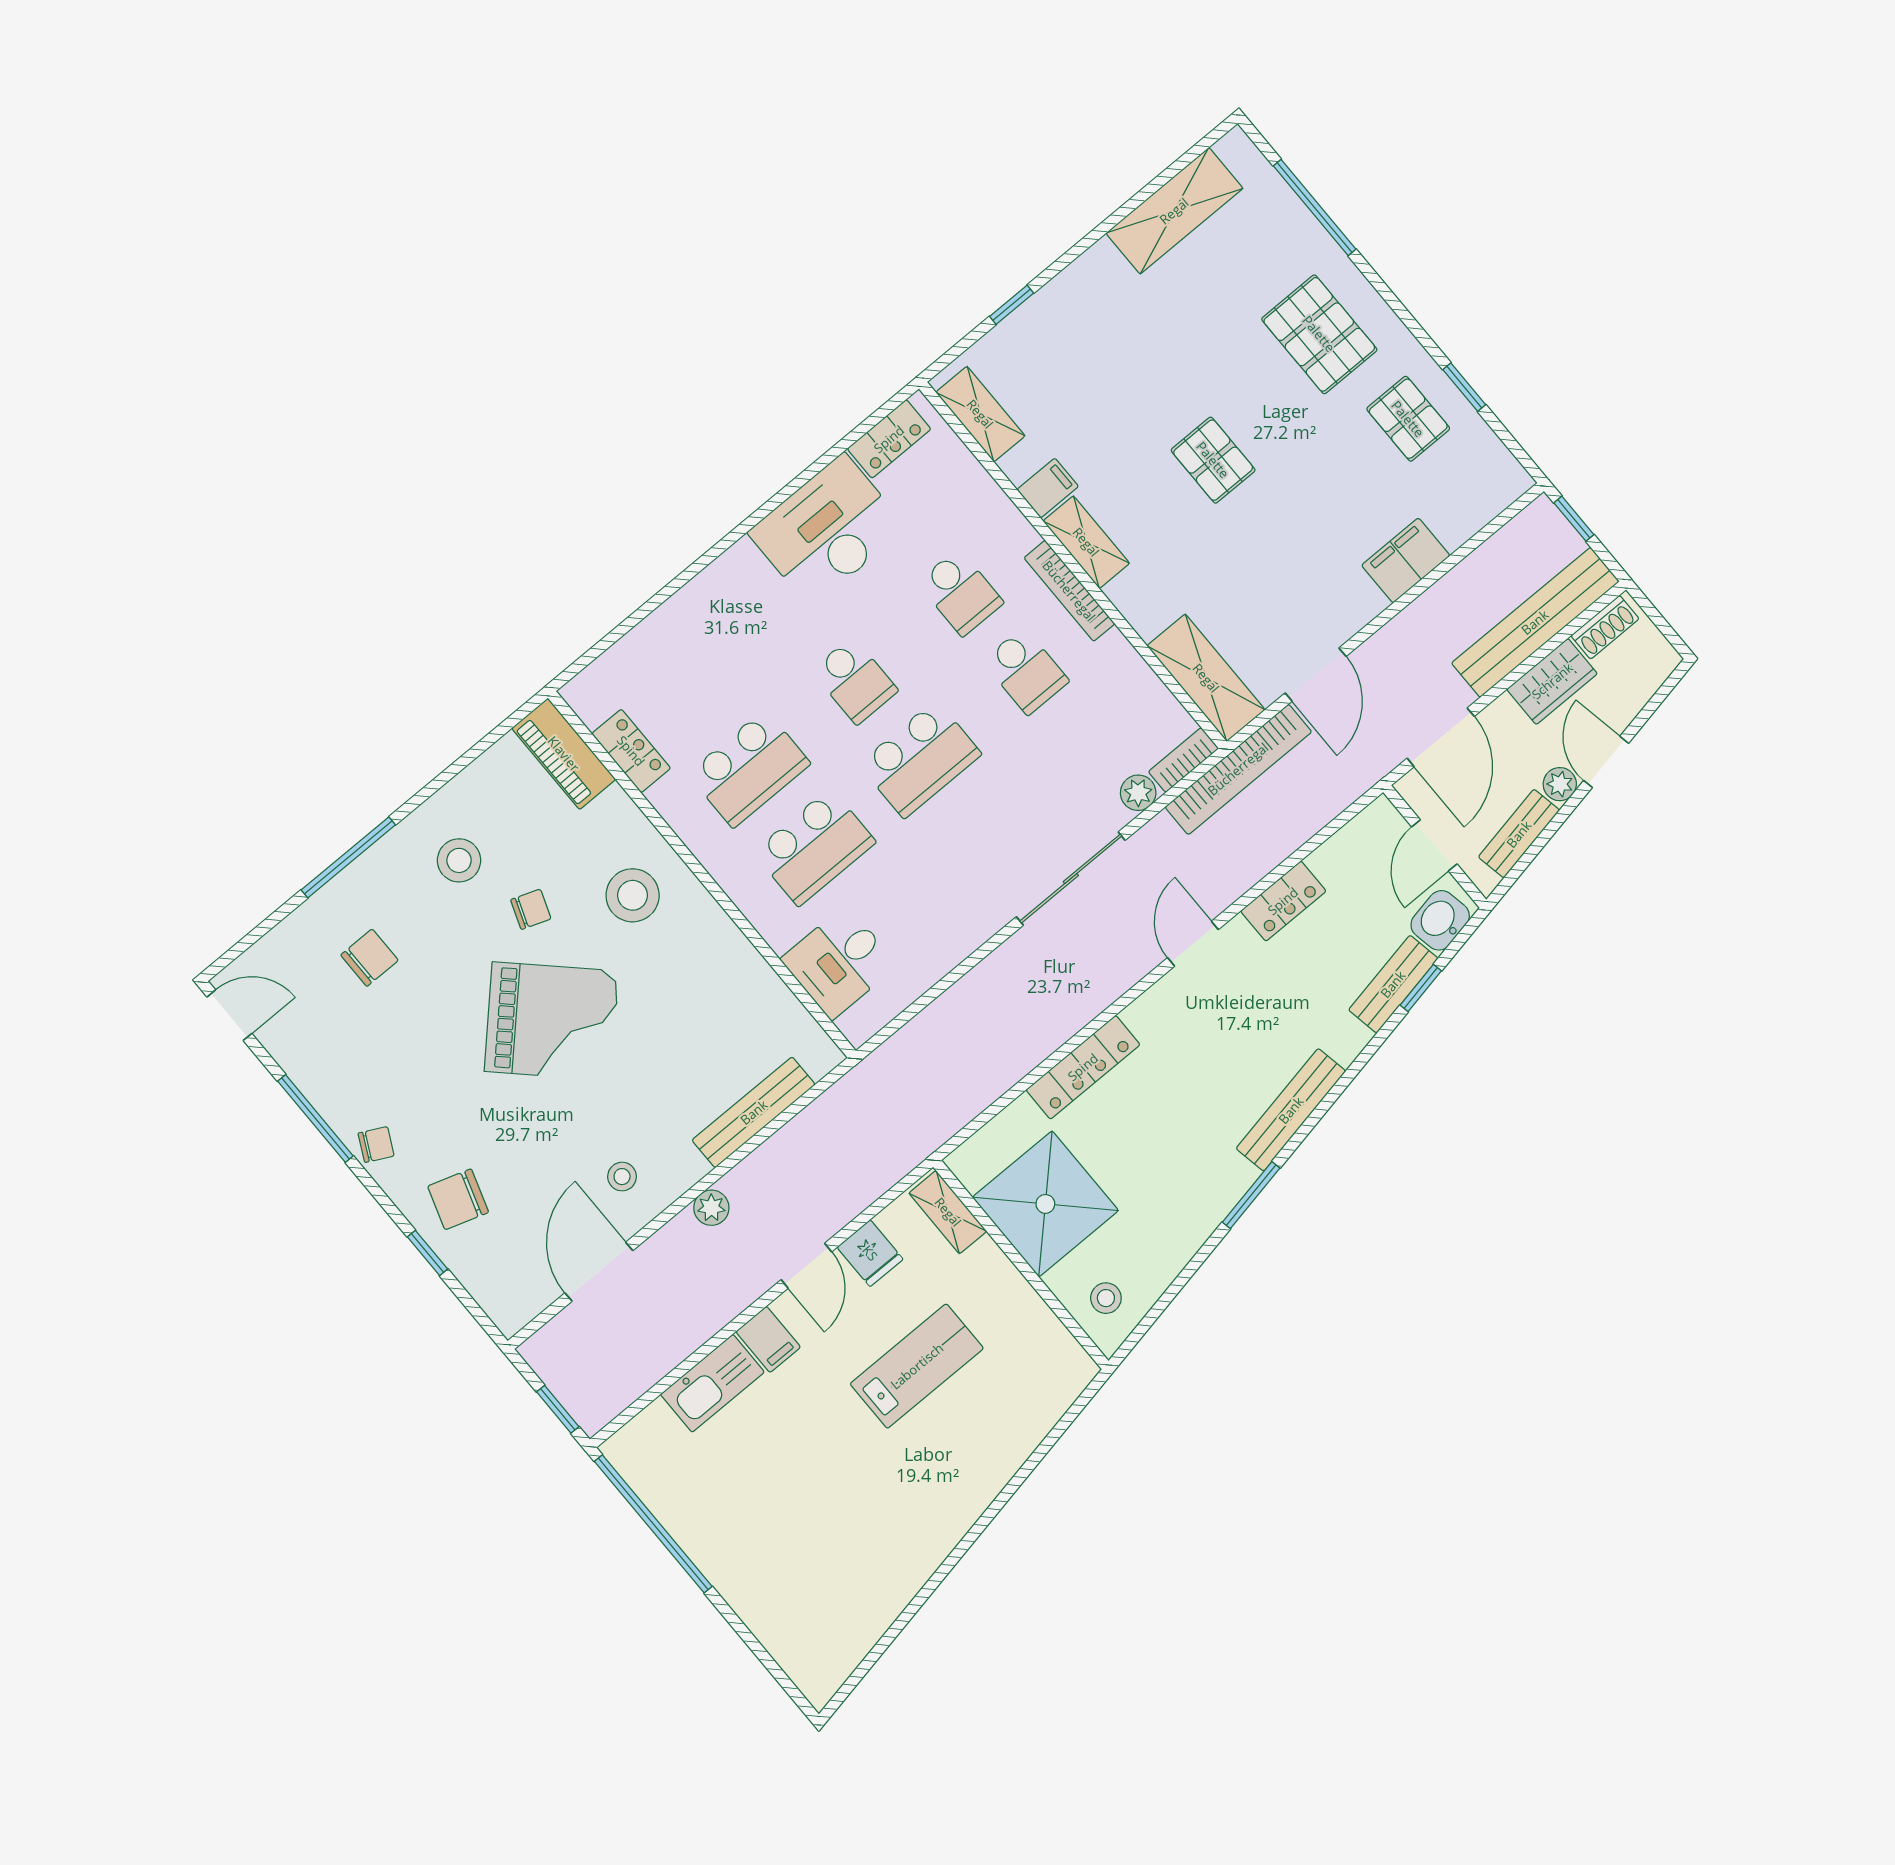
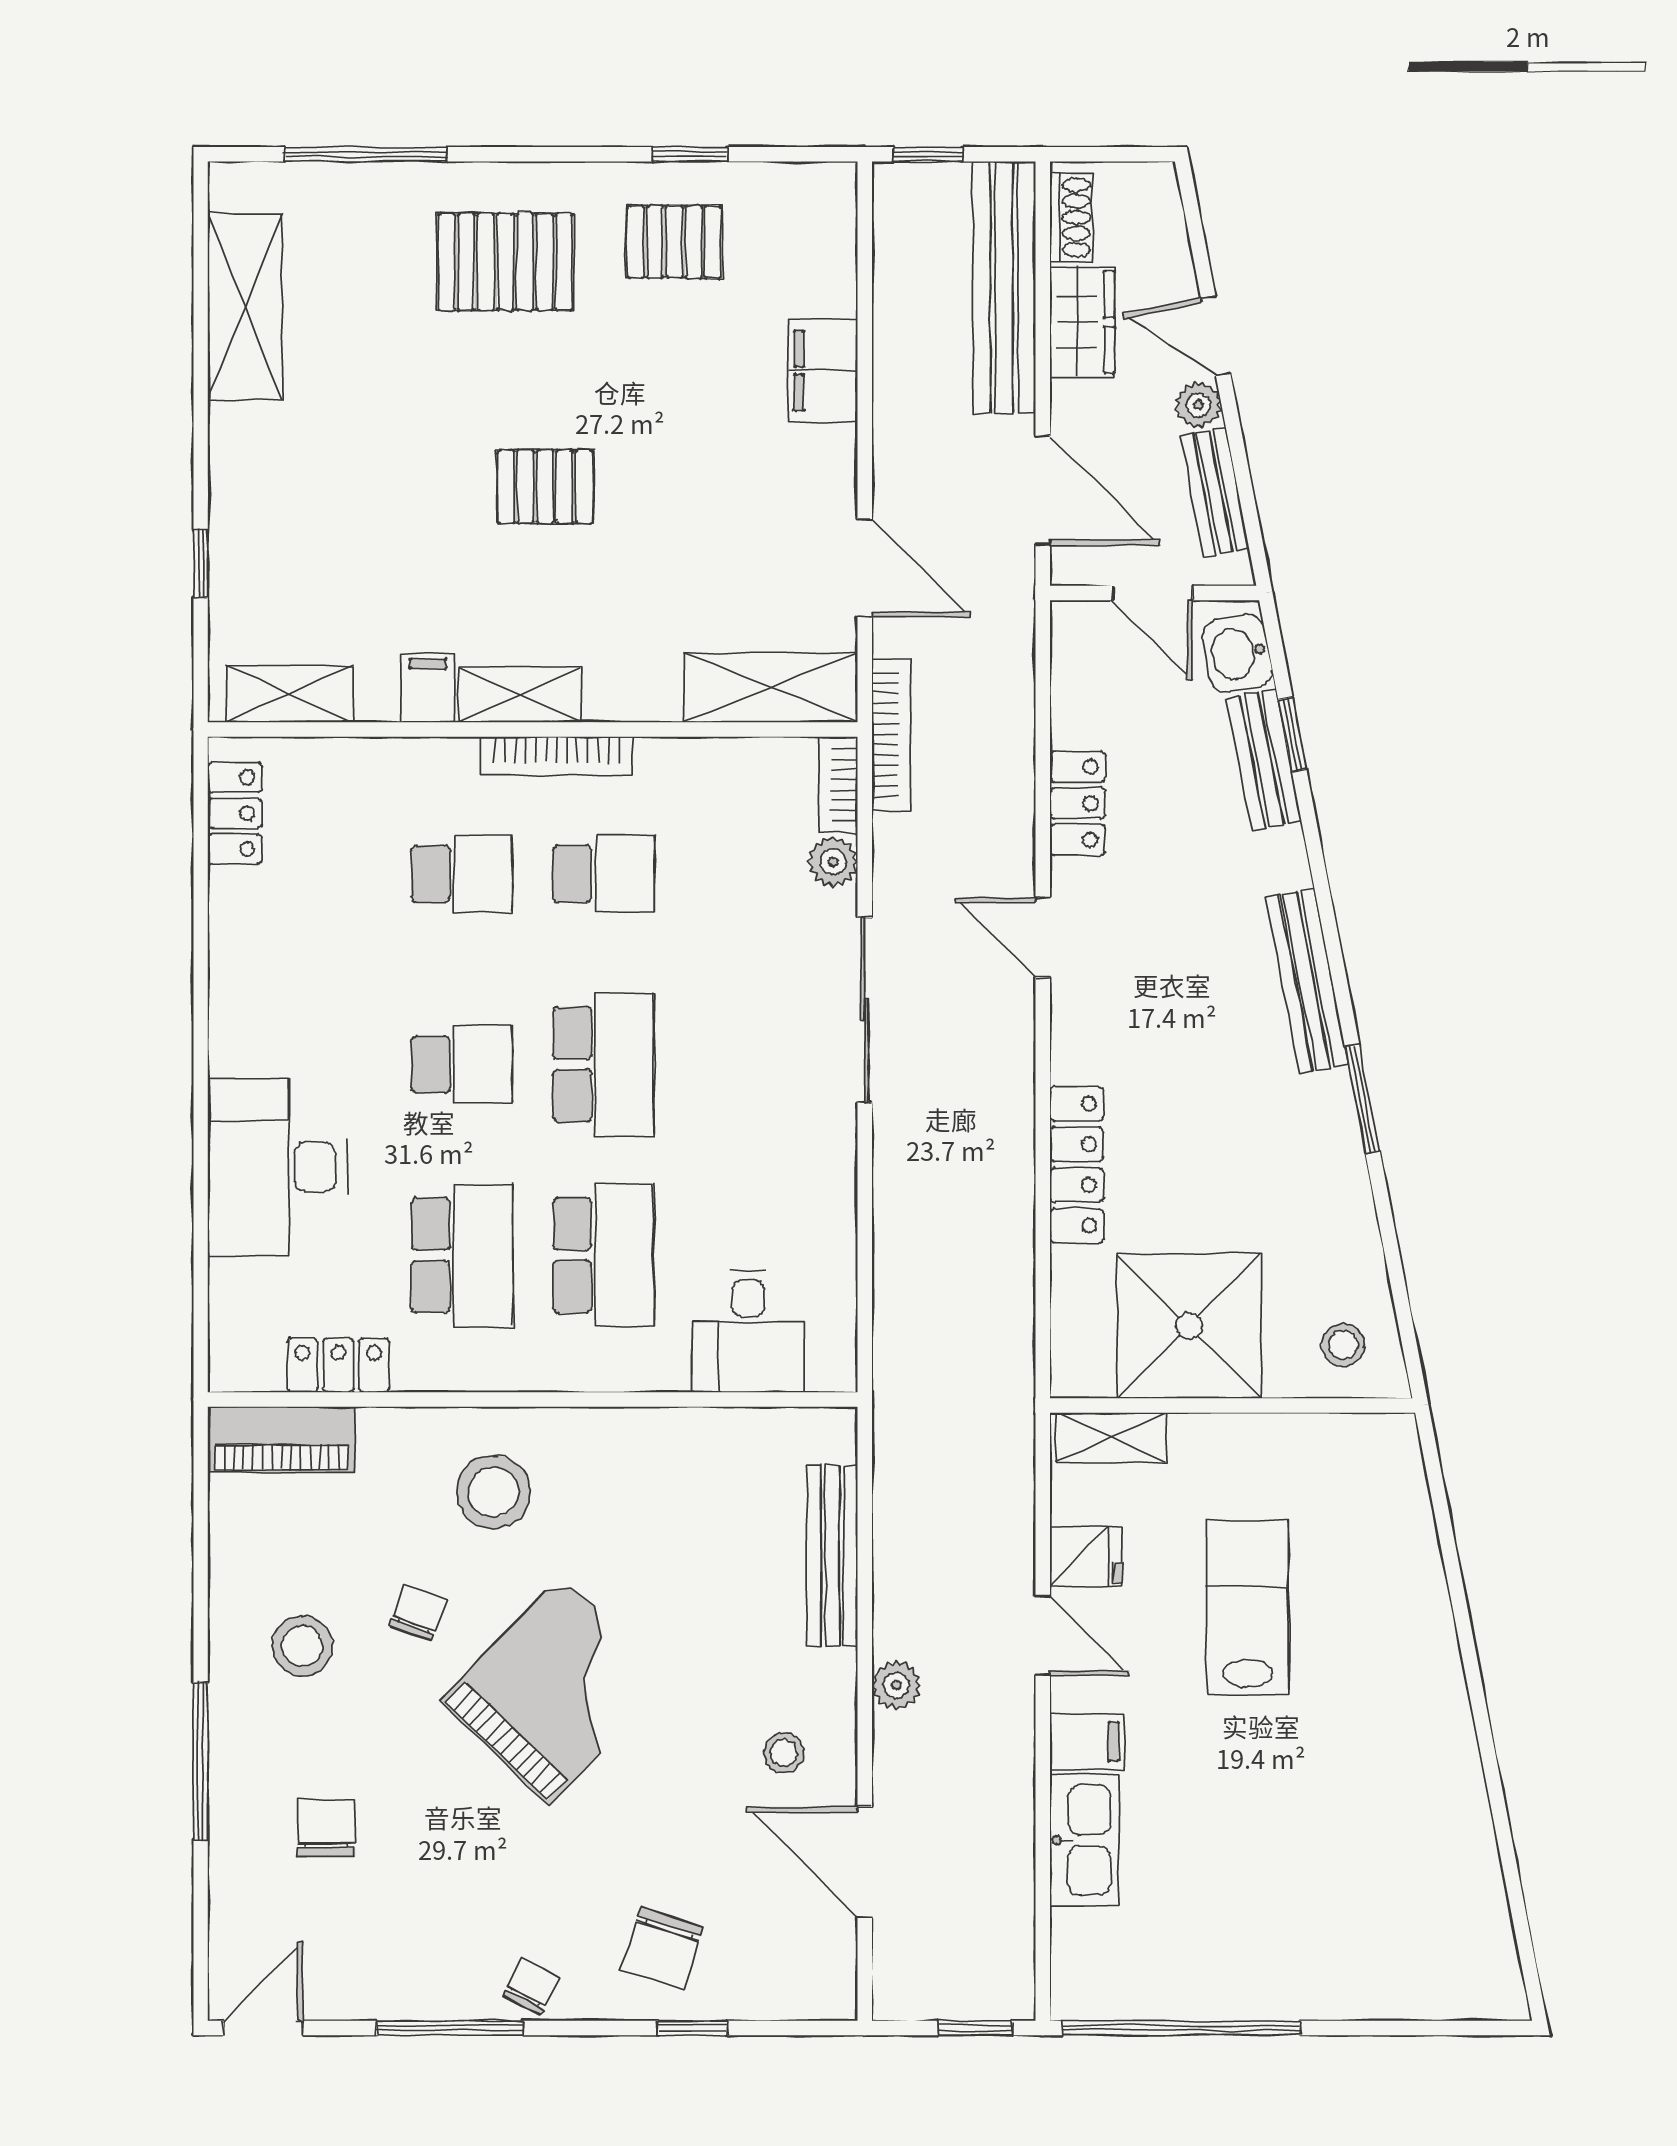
desk: (827, 530) -> (277, 1167), moved
bookcase: (1238, 769) -> (891, 734), width x0.68, depth x0.76

